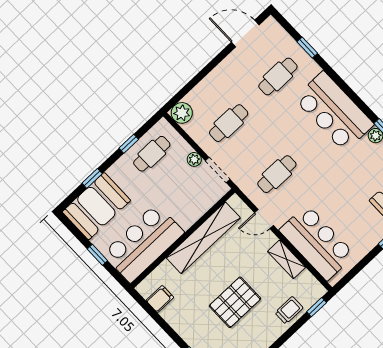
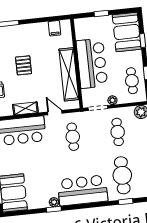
cafe table: (278, 76) -> (122, 175), width x1.37, depth x1.35
door: (264, 219) -> (55, 113), hinge flipped
bar counter: (143, 243) -> (92, 63), moved
pallet: (235, 302) -> (24, 65), width x0.67, depth x0.71

